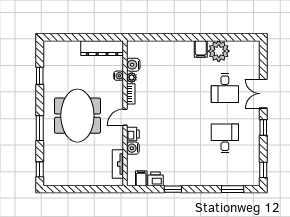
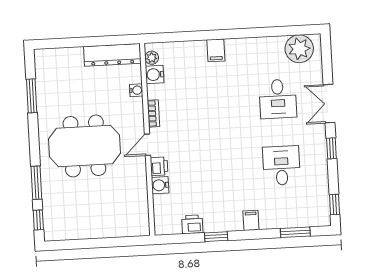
filing cabinet: (201, 49) -> (216, 50), moved
plant: (219, 51) -> (299, 49), moved
window: (40, 76) -> (32, 96), width x1.50
plant: (132, 77) -> (152, 58), moved
meeting table: (77, 116) -> (84, 146), turned 90
window: (40, 128) -> (36, 183), moved
tv unit: (118, 164) -> (142, 207), removed
filing cabinet: (141, 178) -> (251, 220), moved

